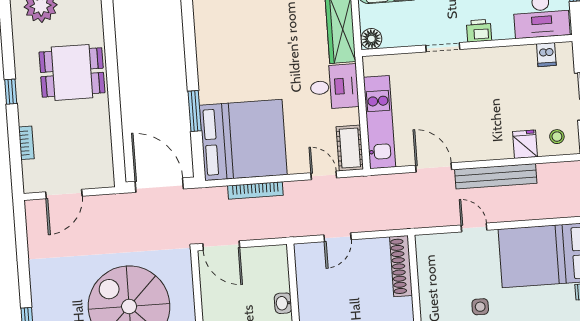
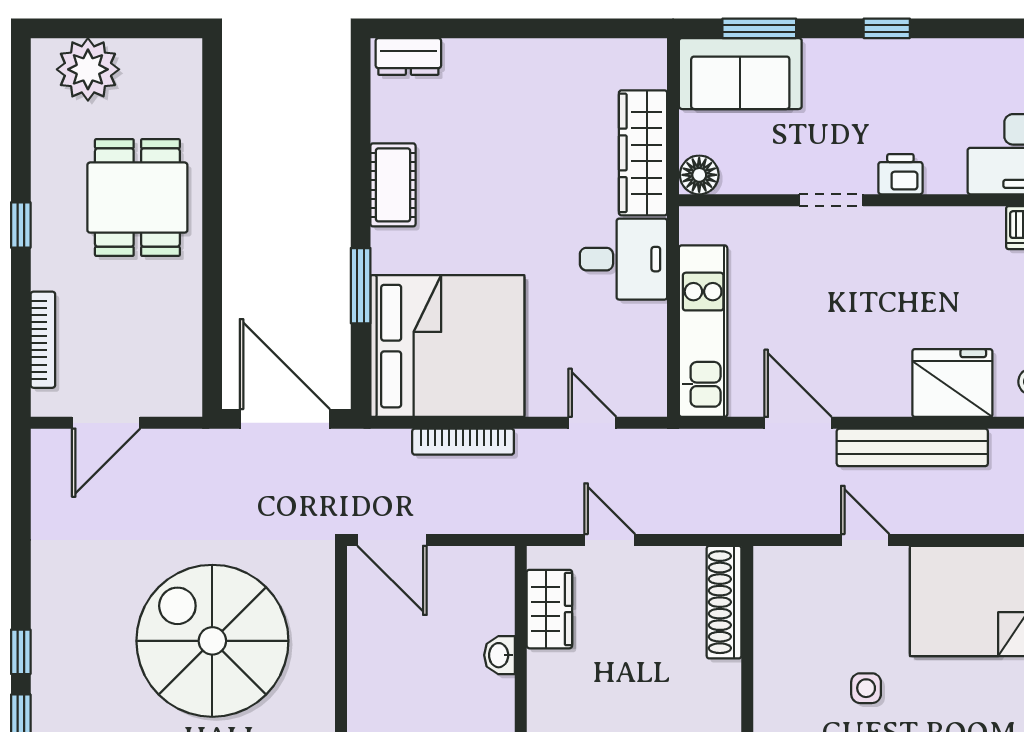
dining table: (72, 72) -> (137, 198), turned 90
bookcase: (26, 143) -> (43, 340), width x1.56
fridge: (525, 144) -> (952, 383), width x1.88, depth x1.34
cot: (350, 148) -> (393, 185), moved
door: (338, 237) -> (610, 540), swing flipped
wardrobe: (308, 277) -> (549, 609), added

